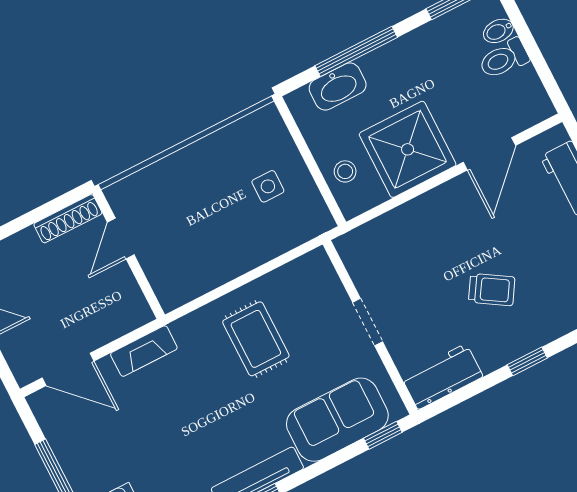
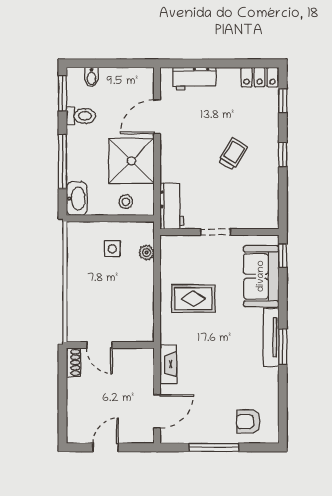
toilet: (504, 59) -> (81, 116), moved, turned -90
washbasin: (338, 87) -> (77, 199), moved
door: (489, 154) -> (157, 117), swing flipped
shoe rack: (68, 219) -> (73, 362), width x0.70
plant: (288, 238) -> (147, 253), added
workbench: (442, 377) -> (172, 206), moved, turned 180

